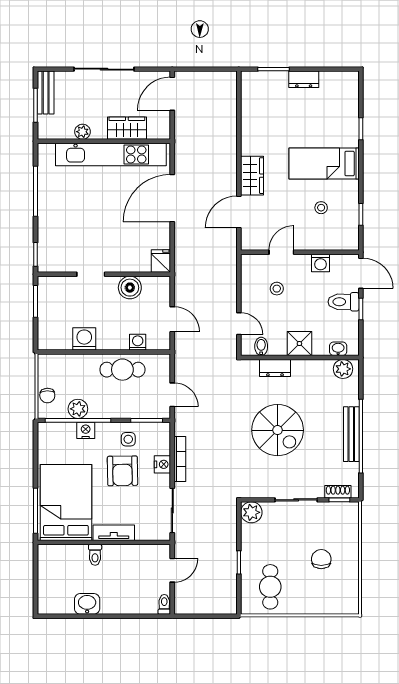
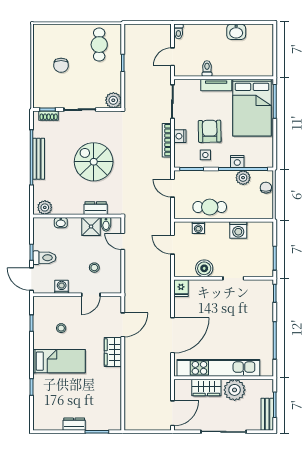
plant: (83, 132) -> (235, 390), width x1.87, depth x1.87
shower: (299, 344) -> (91, 226), moved
washbasin: (338, 349) -> (61, 223), moved
toilet: (95, 555) -> (207, 68), moved

